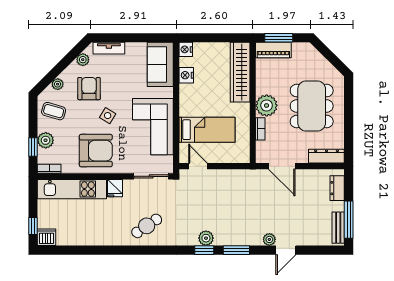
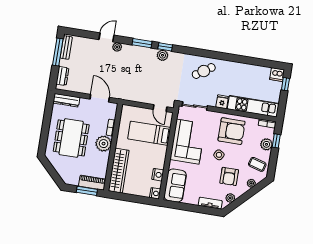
armchair: (96, 151) -> (232, 131), turned 180

